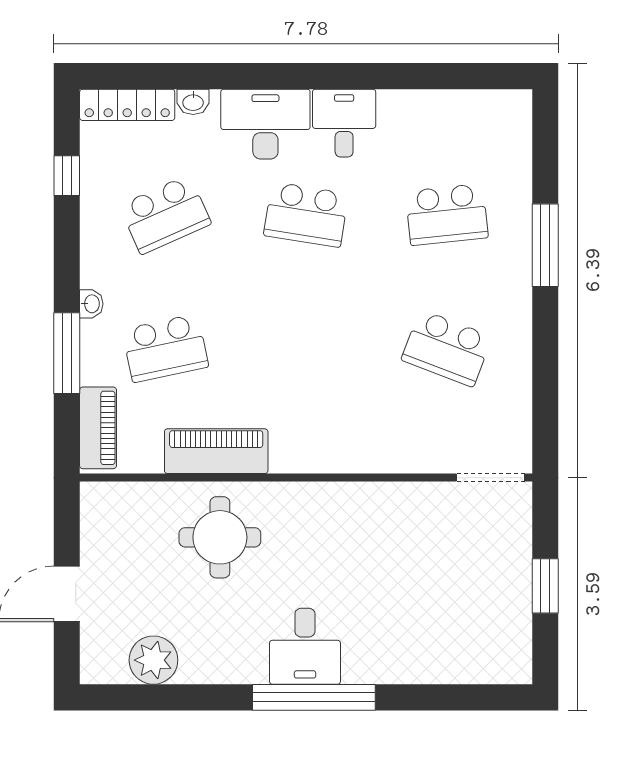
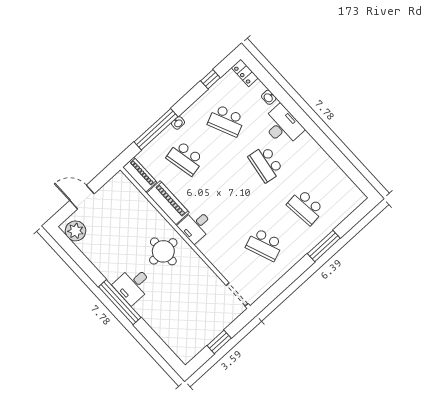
locker: (127, 105) -> (245, 73), width x0.66
desk: (344, 123) -> (196, 226), moved, turned 180
school desk: (447, 348) -> (264, 245), turned -42
window: (67, 353) -> (156, 129), width x1.46
piano: (98, 428) -> (140, 175), moved, turned -90
round table: (220, 537) -> (163, 251), moved
plant: (153, 660) -> (76, 231), moved

